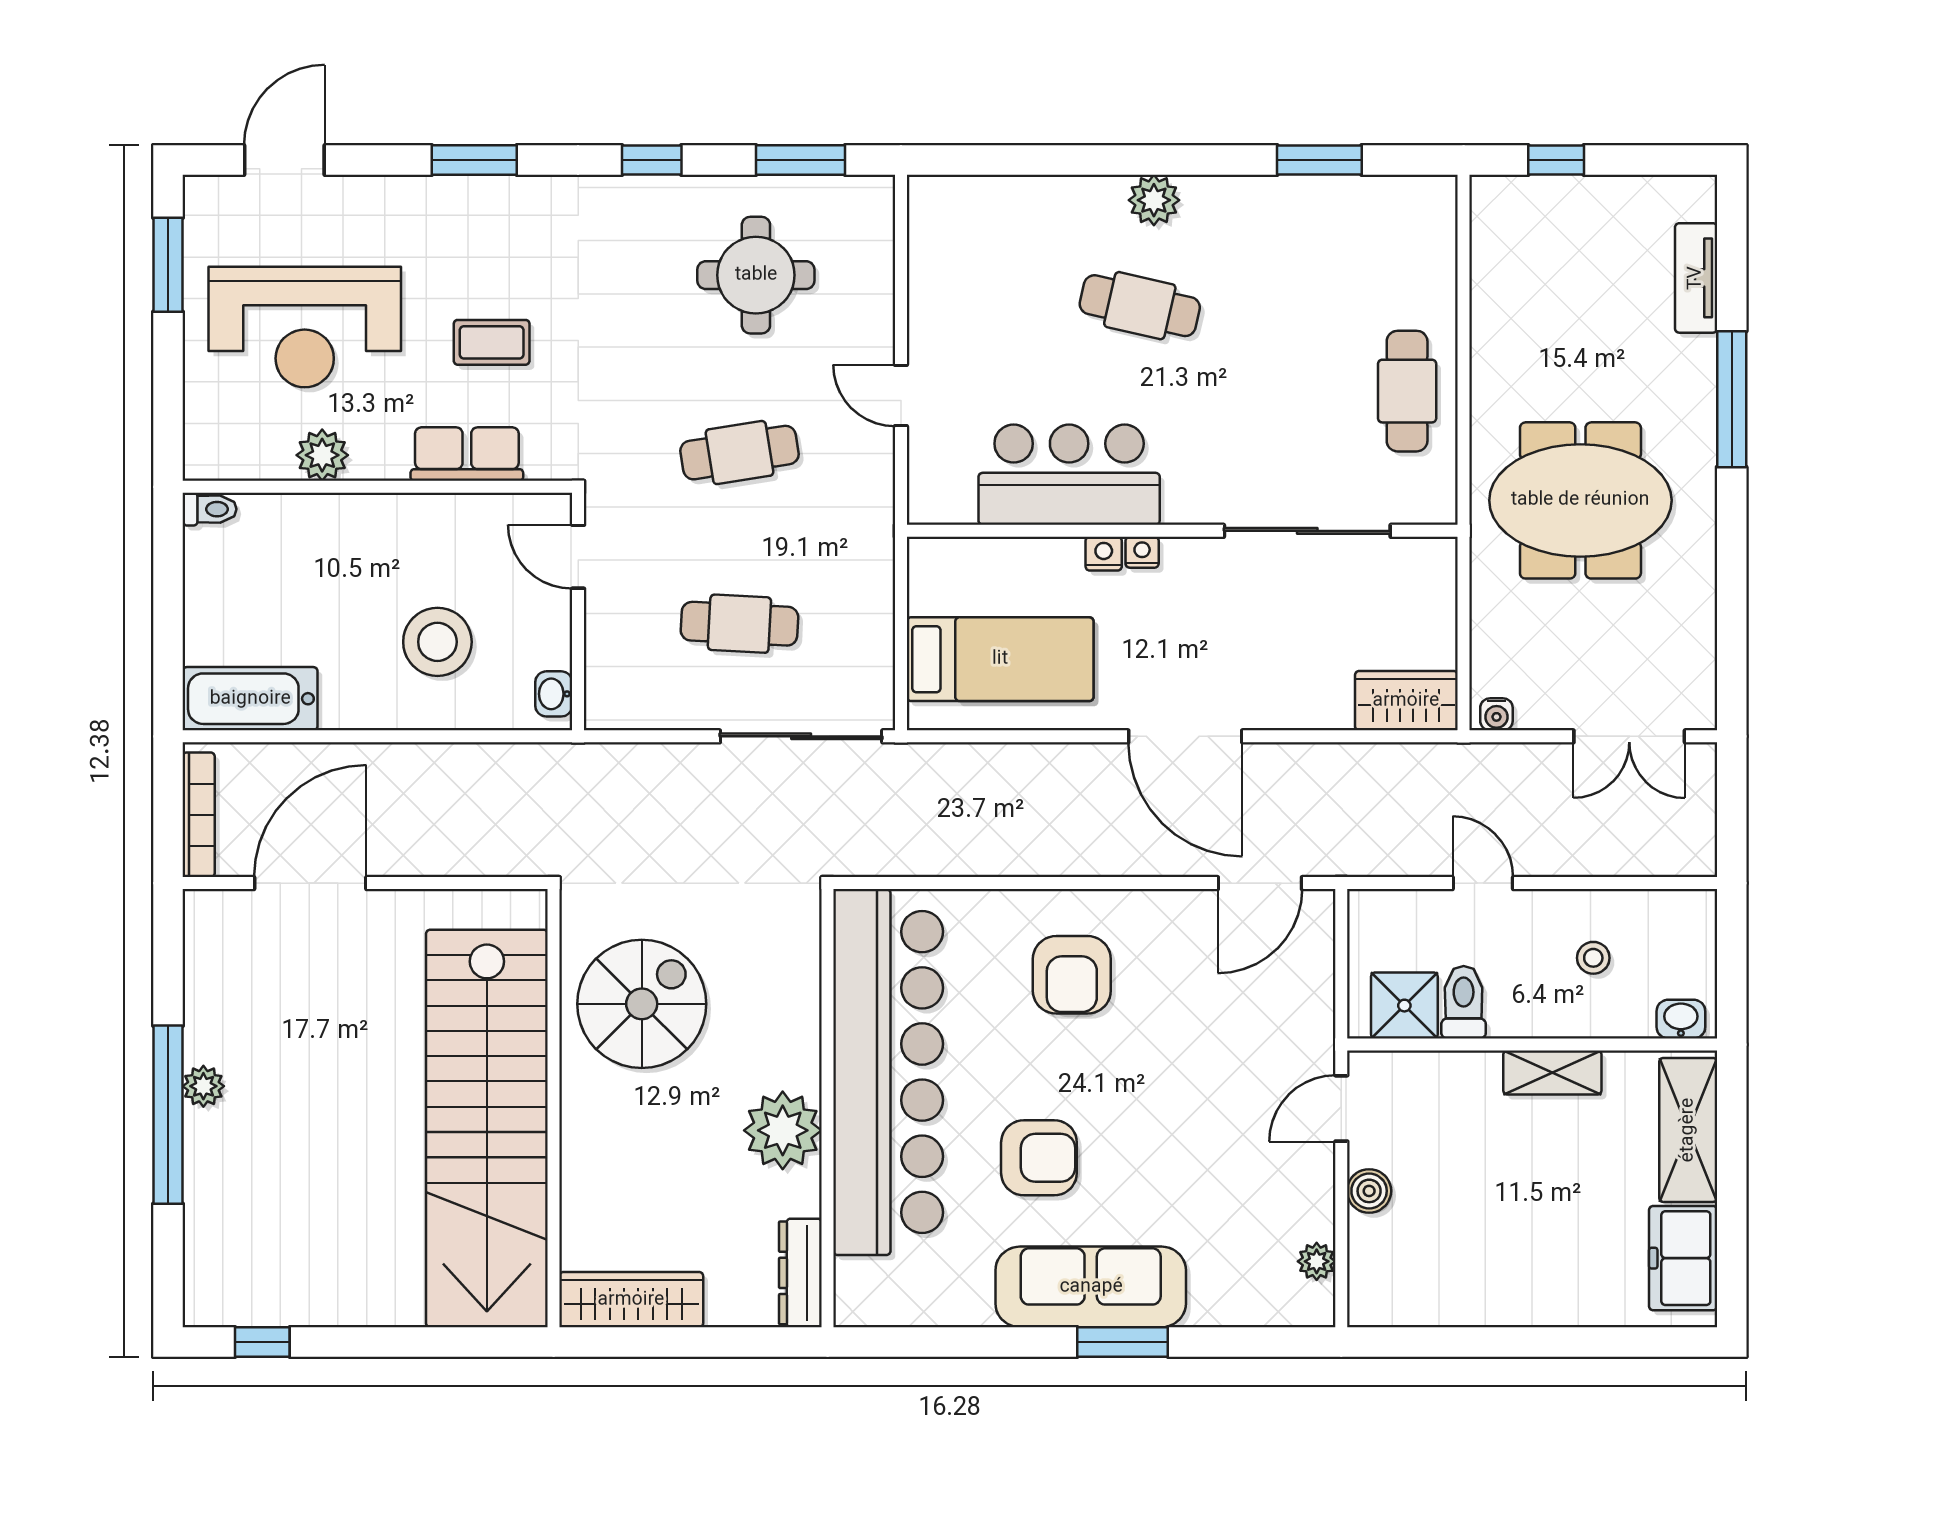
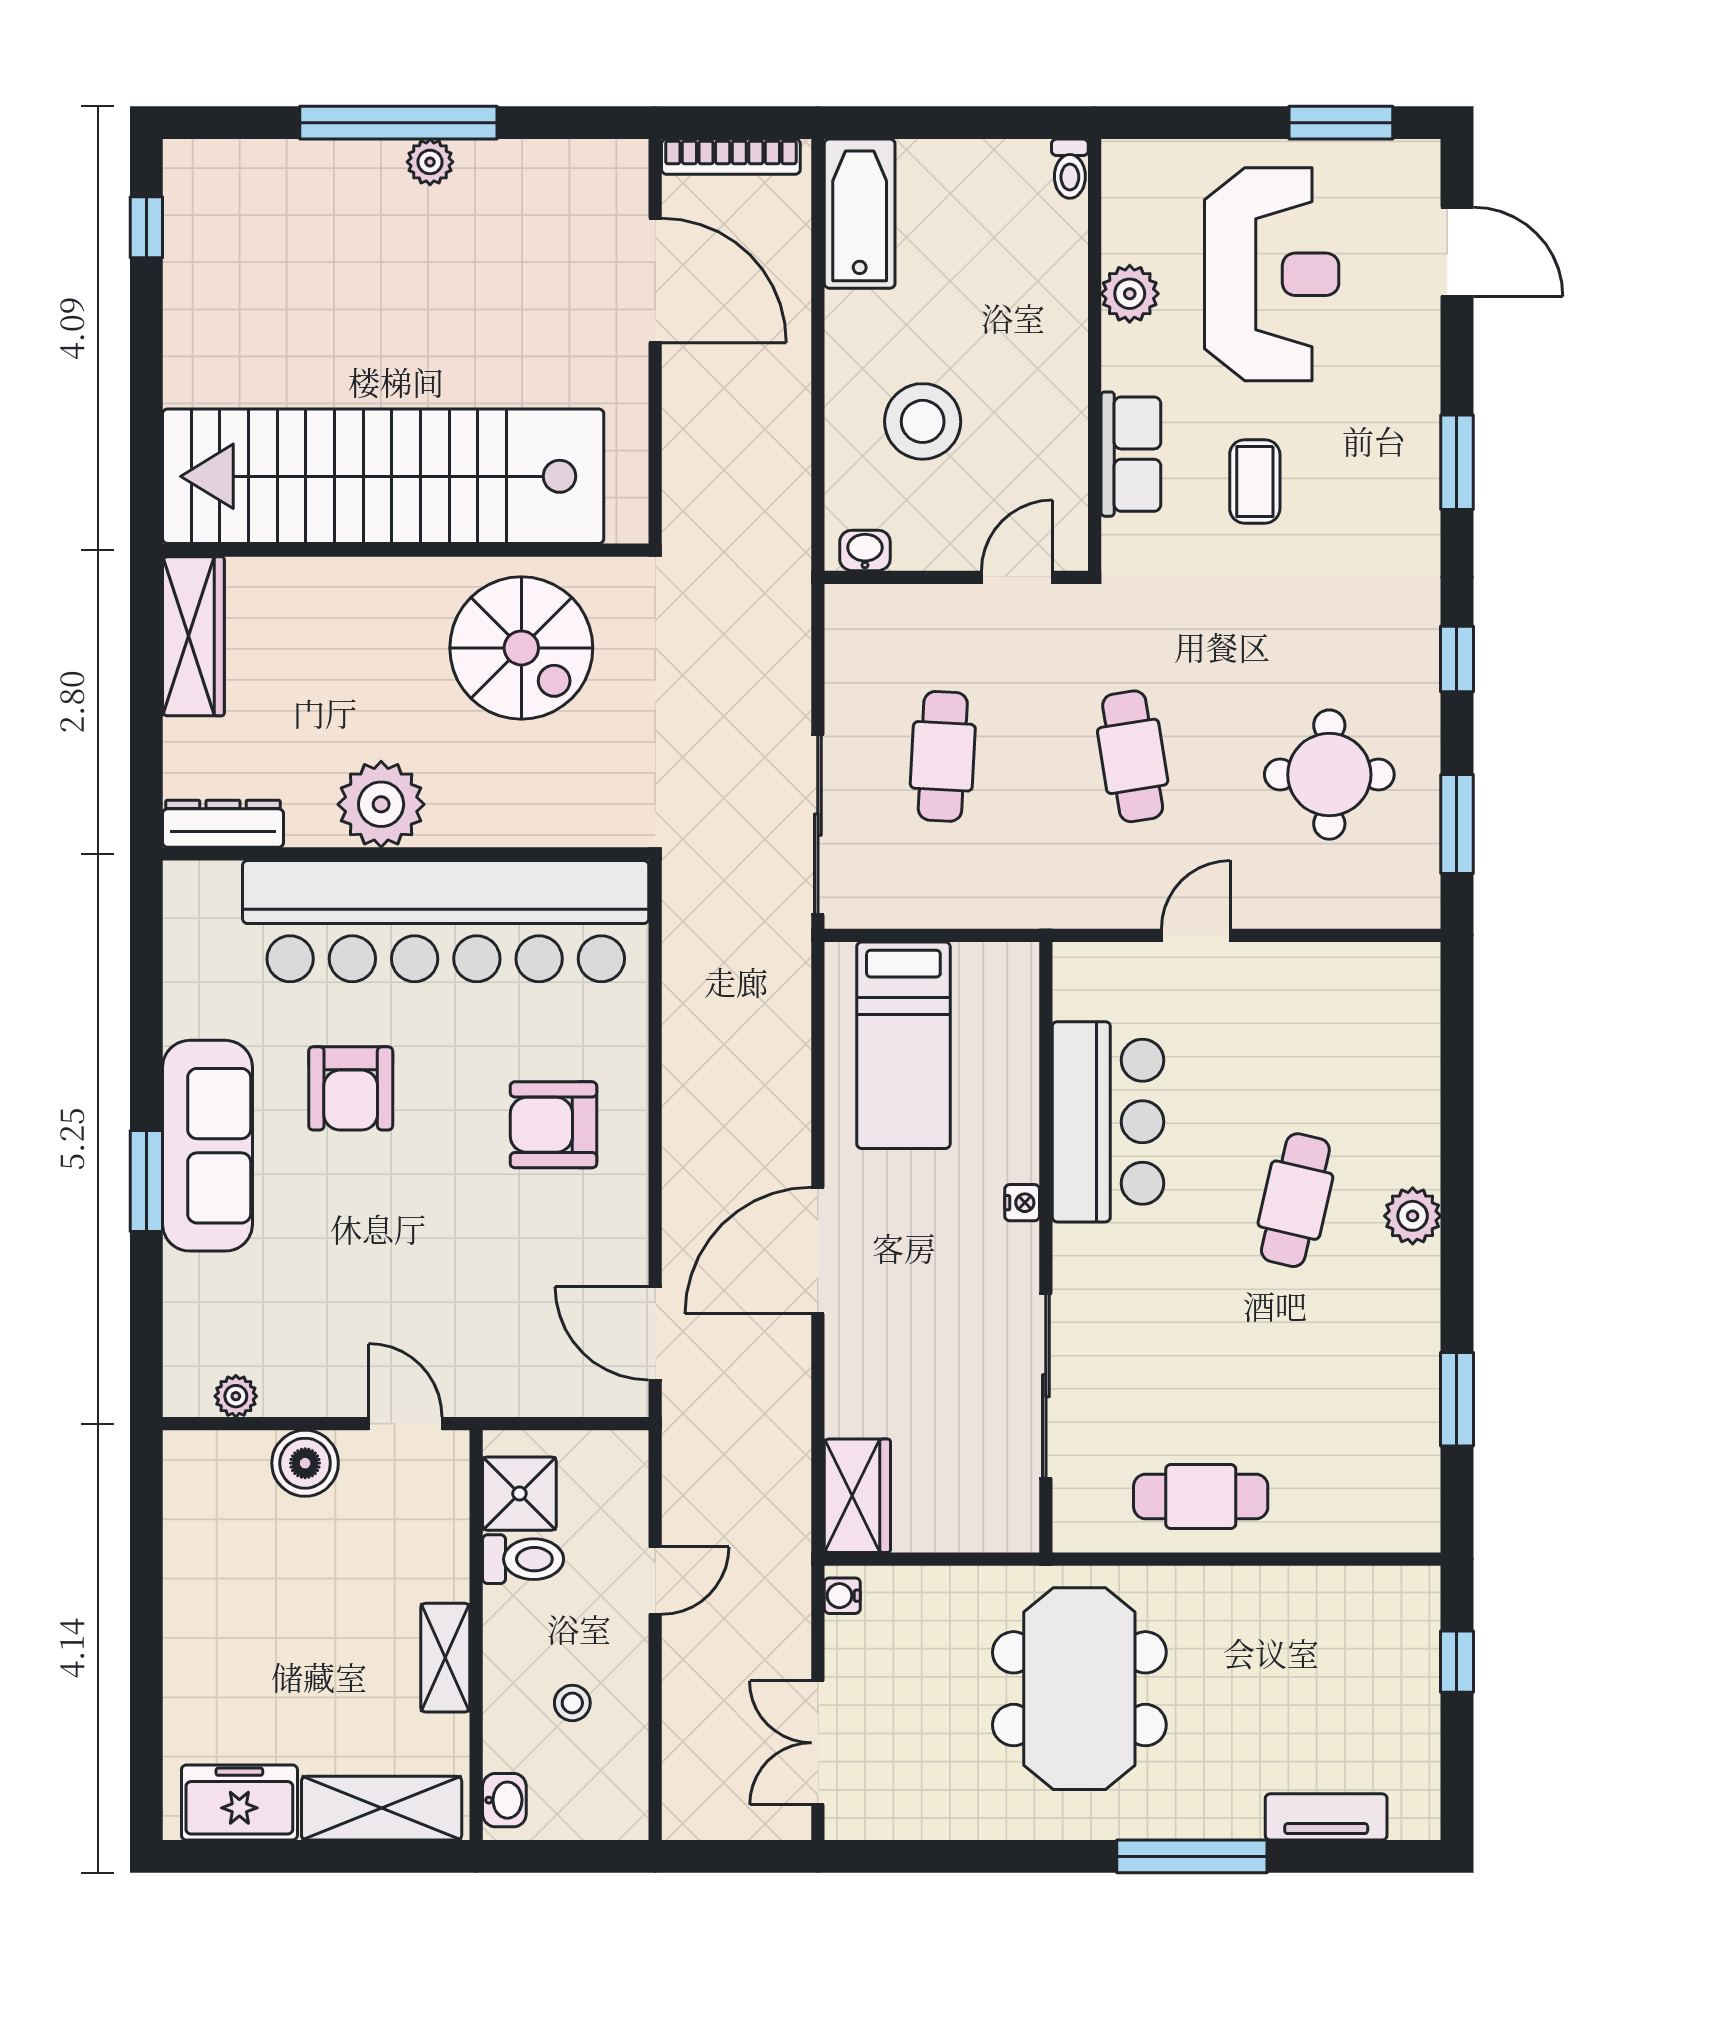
reception desk: (305, 327) -> (1272, 274), turned 180
nightstand: (1104, 554) -> (1020, 1160), removed
boiler: (1369, 1191) -> (305, 1463), width x1.36, depth x1.36

